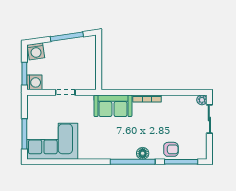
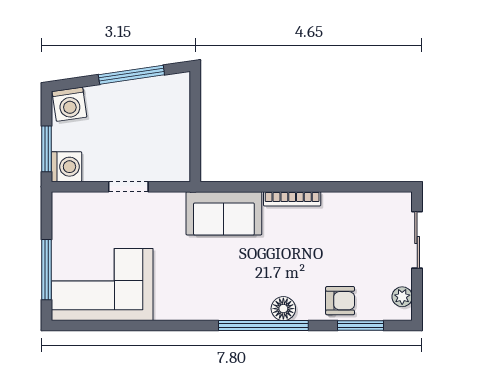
plant: (202, 100) -> (402, 297), moved
window: (181, 162) -> (361, 326), width x0.69

